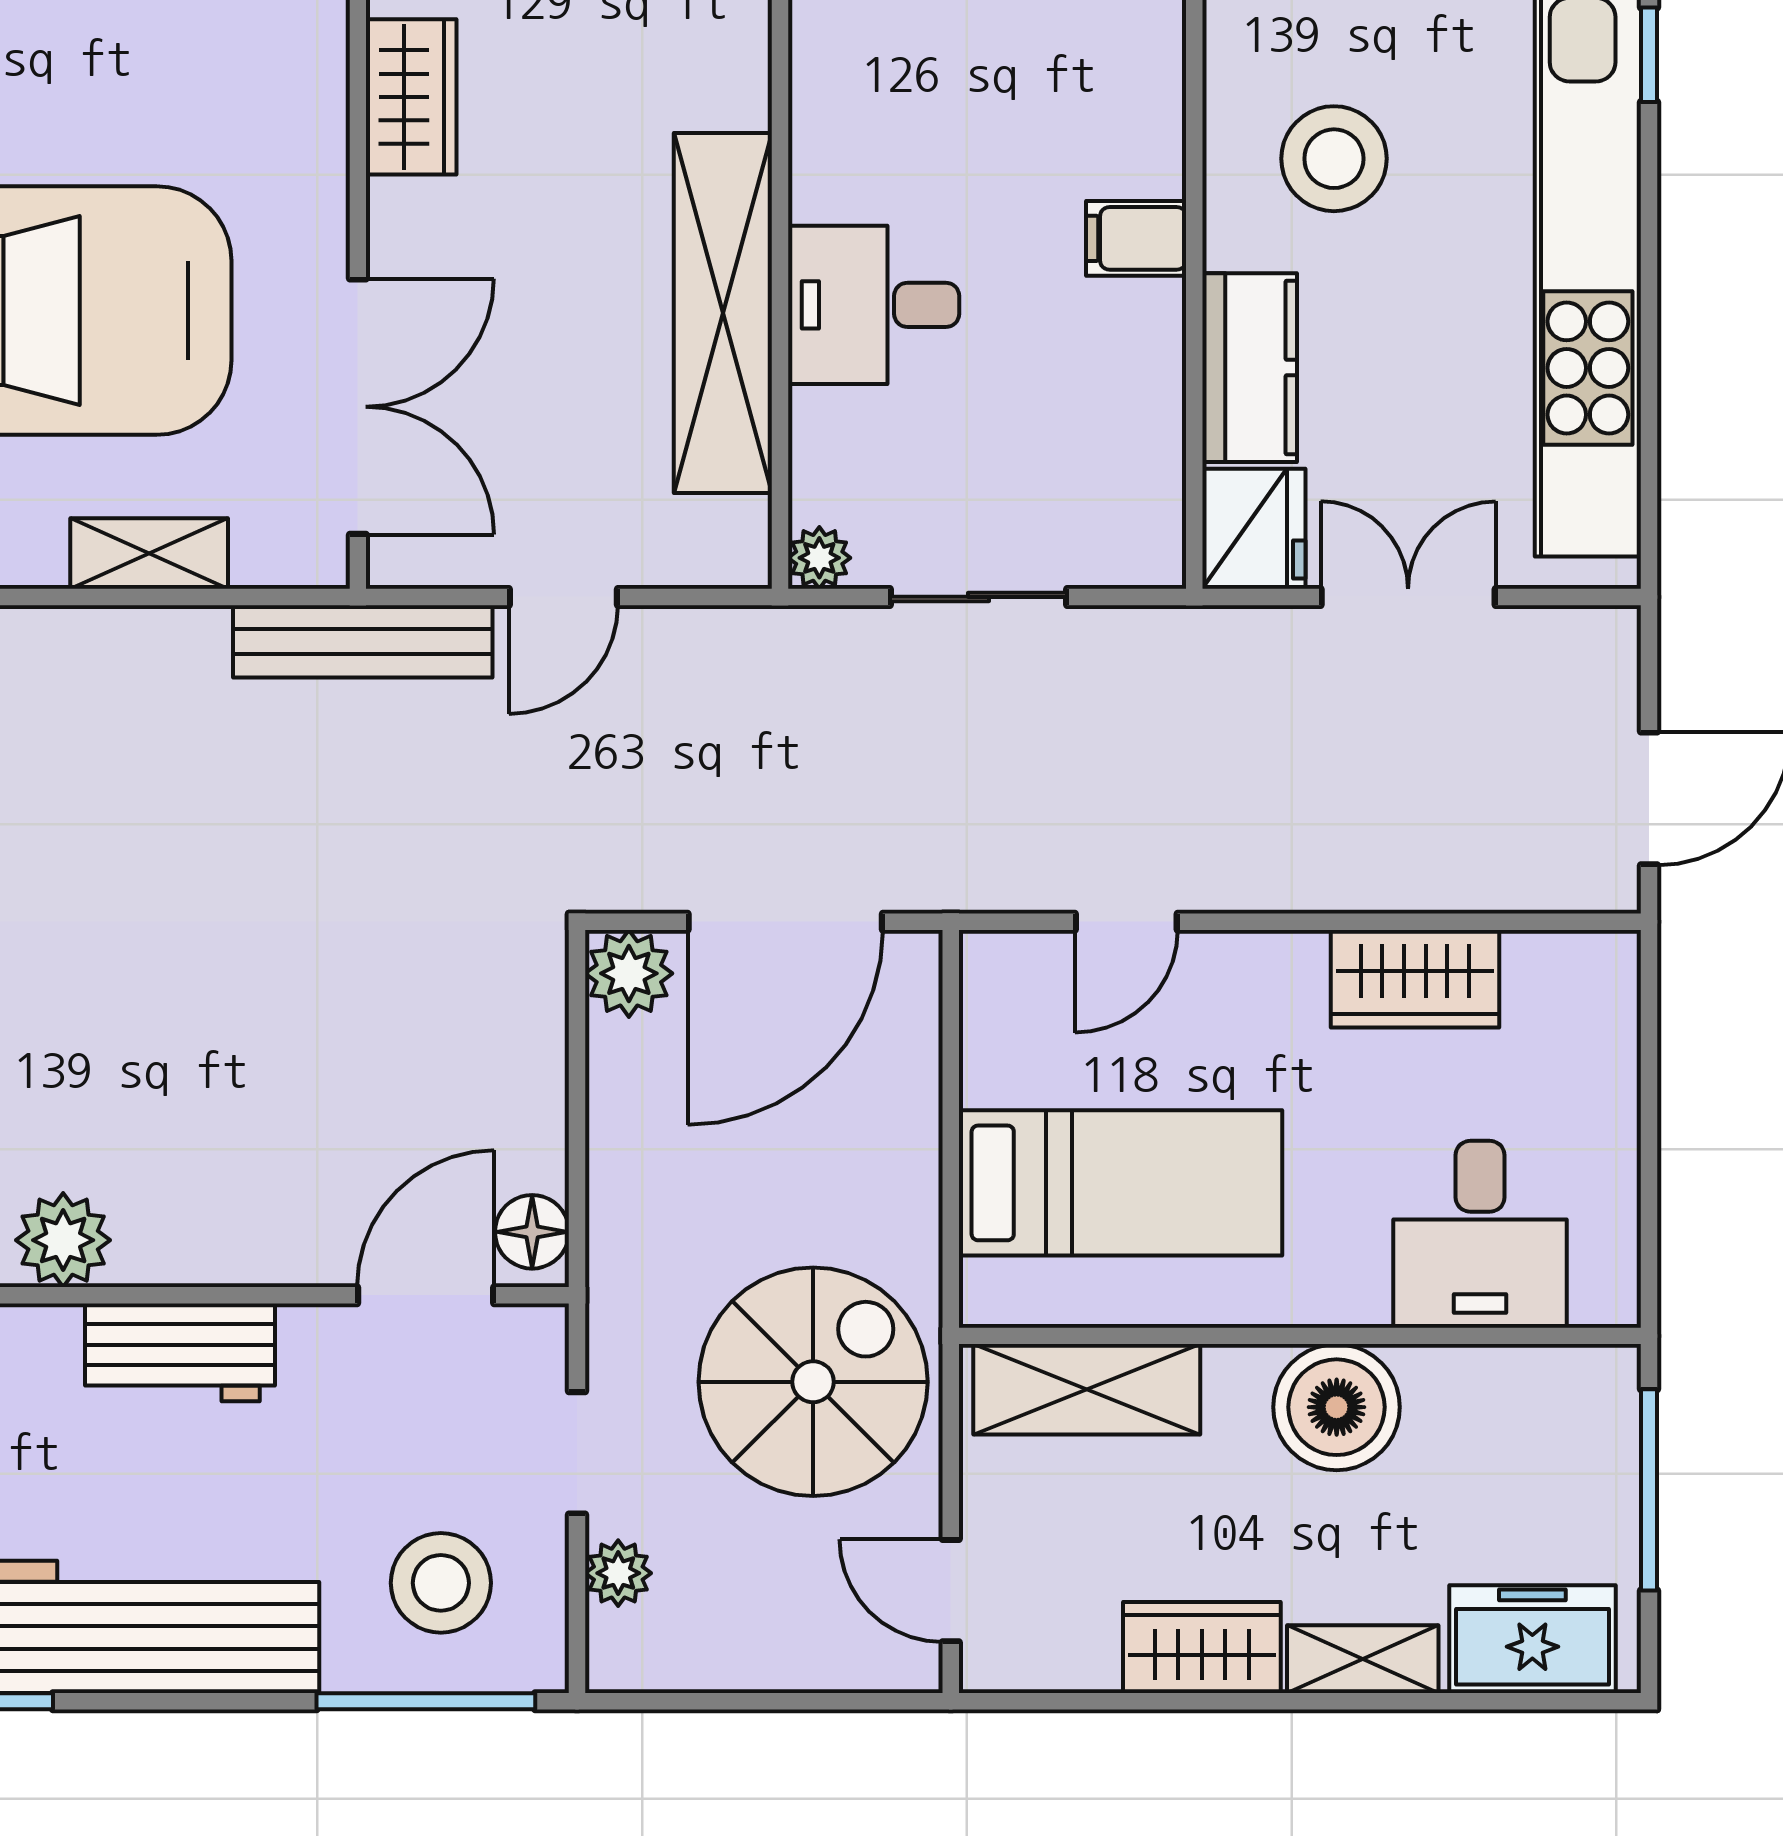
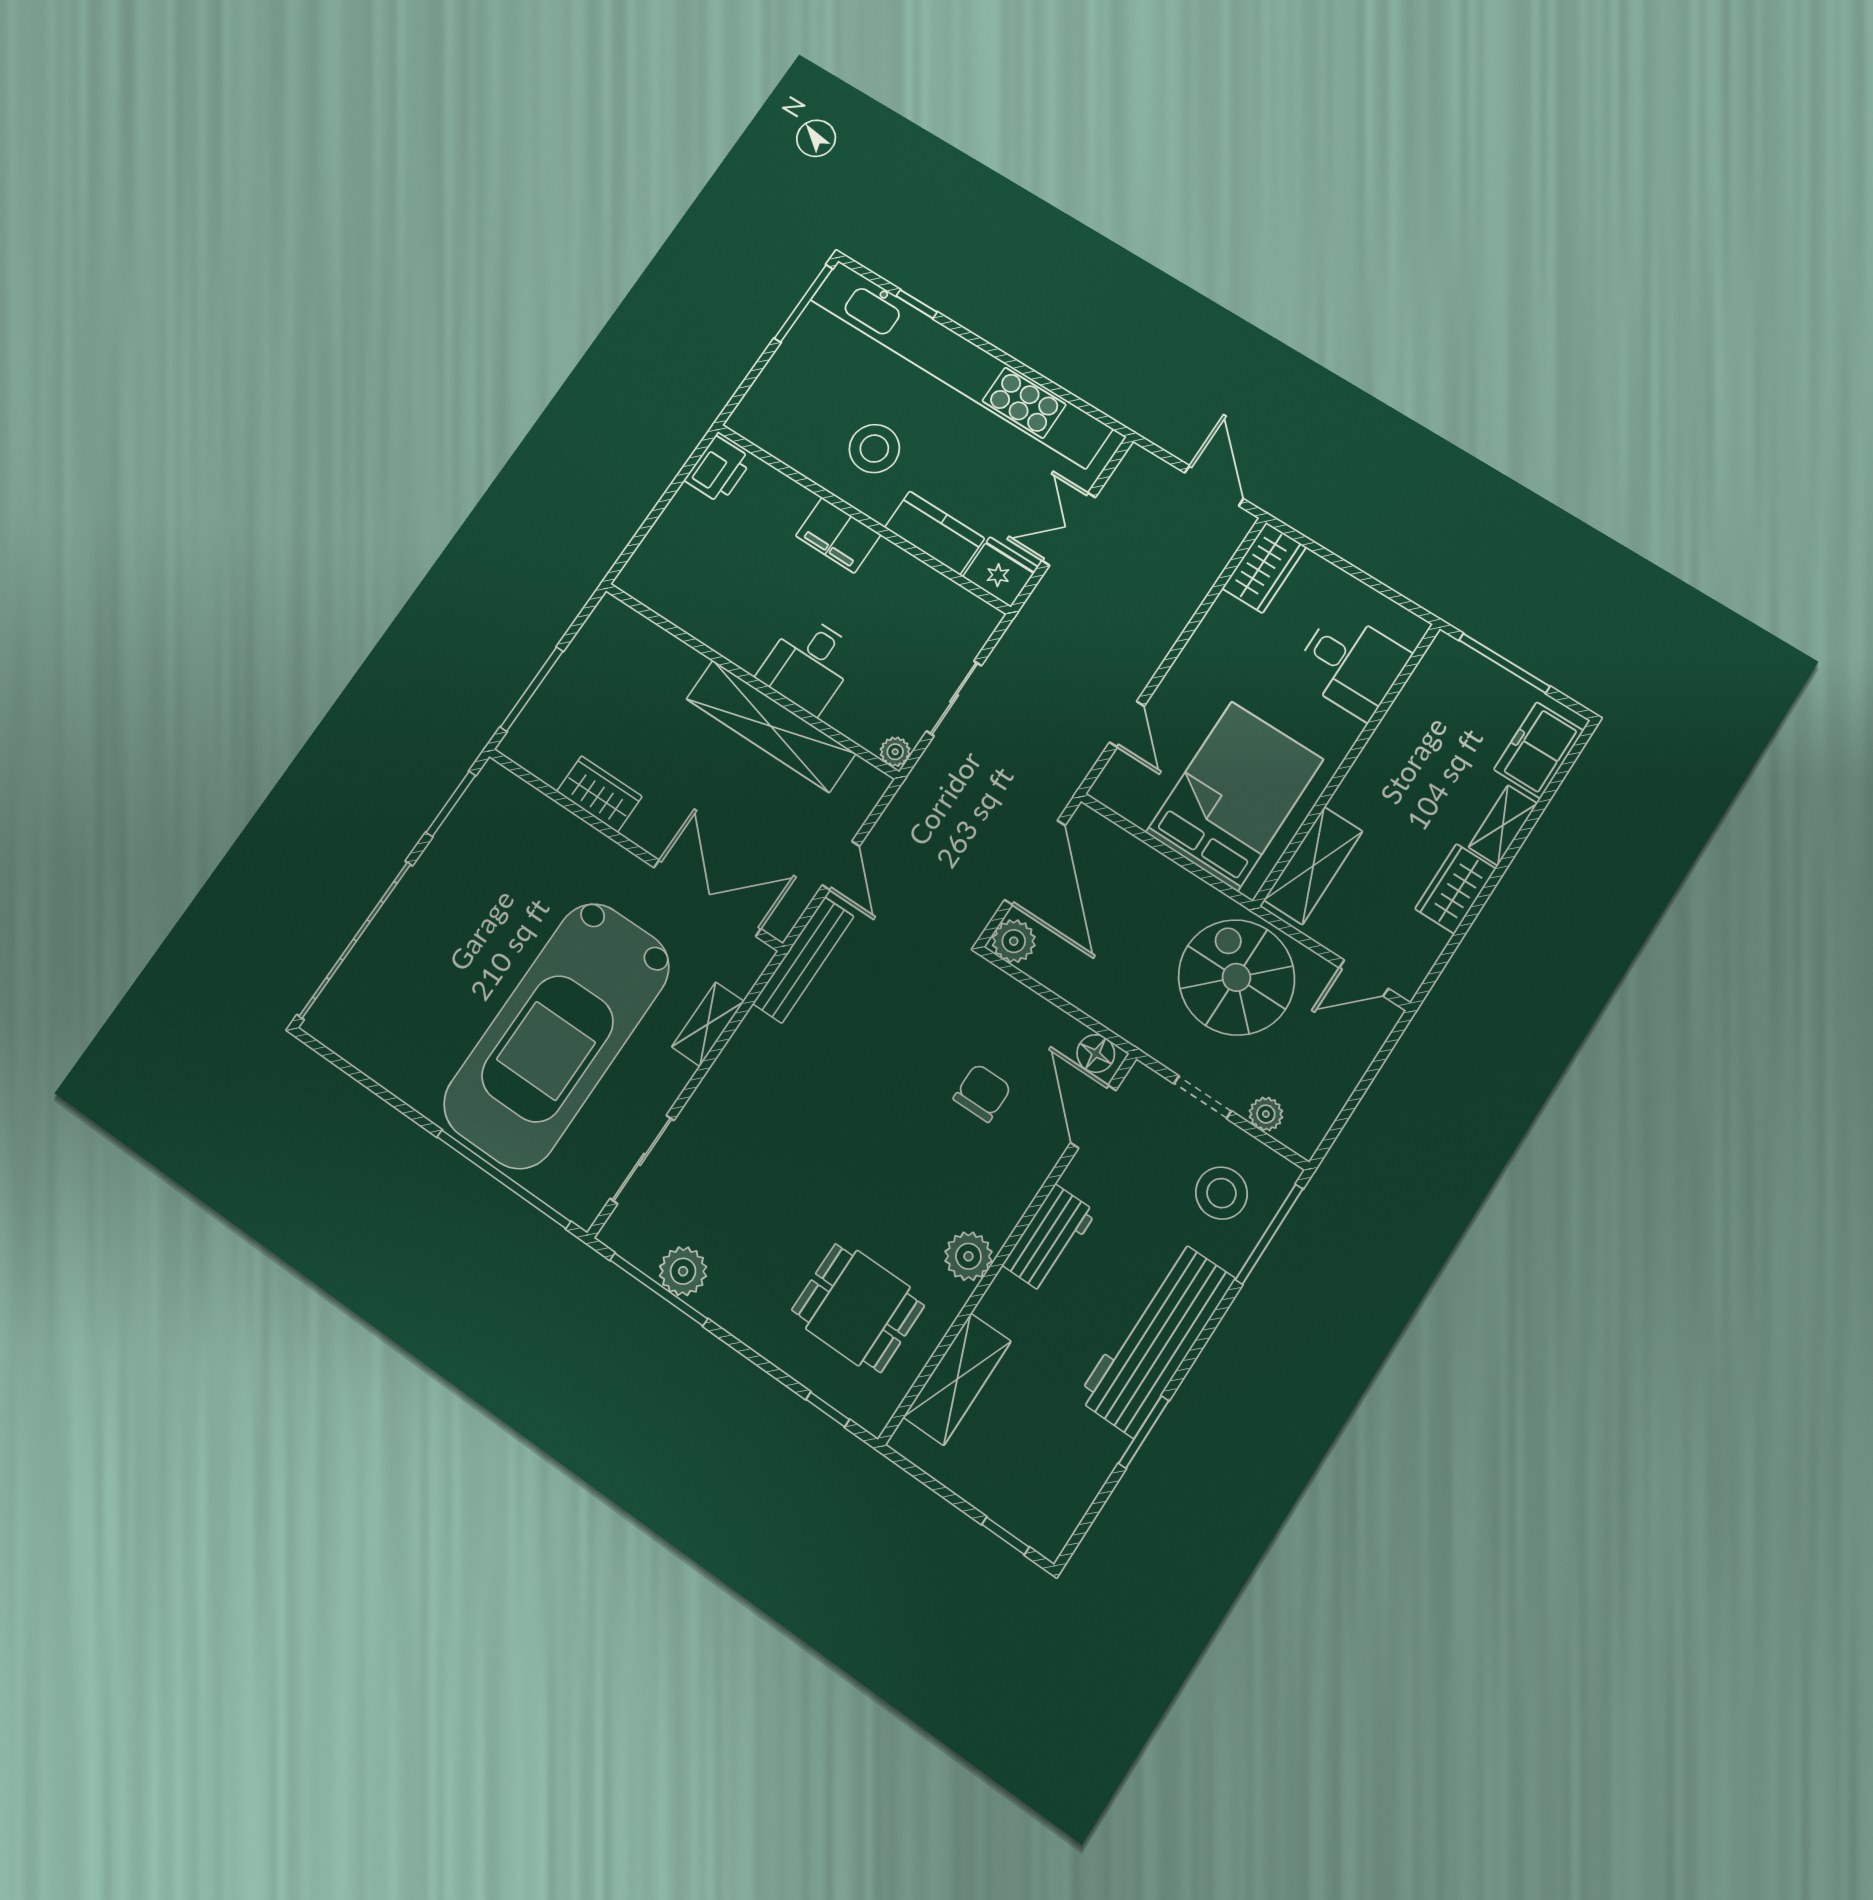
filing cabinet: (1136, 238) -> (838, 535), width x2.00
wardrobe: (1415, 979) -> (1264, 568), moved
chair: (342, 1088) -> (982, 1093), added
bed: (1120, 1183) -> (1235, 796), width x1.50
boiler: (1337, 1407) -> (1387, 768), removed

